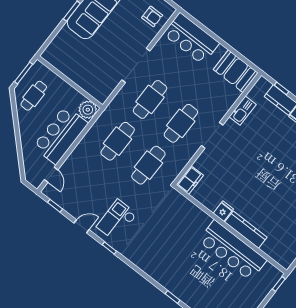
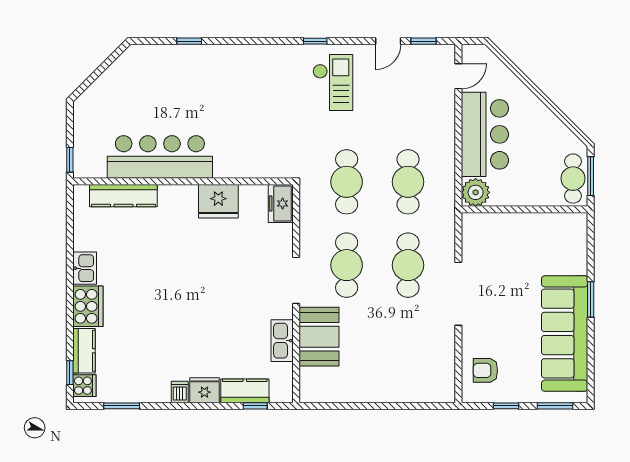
bar counter: (191, 39) -> (416, 381), removed
booth: (236, 71) -> (319, 337), moved, turned 90
cafe table: (34, 96) -> (573, 179), moved
door: (51, 175) -> (458, 76), swing flipped
fridge: (223, 211) -> (218, 201), width x1.88, depth x1.34
door: (82, 226) -> (388, 41), moved
kitchen counter: (246, 230) -> (123, 196), moved

